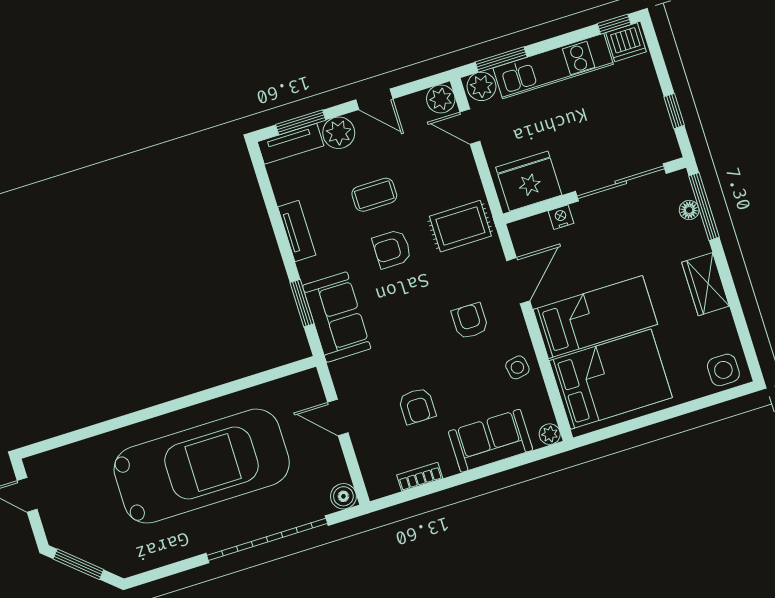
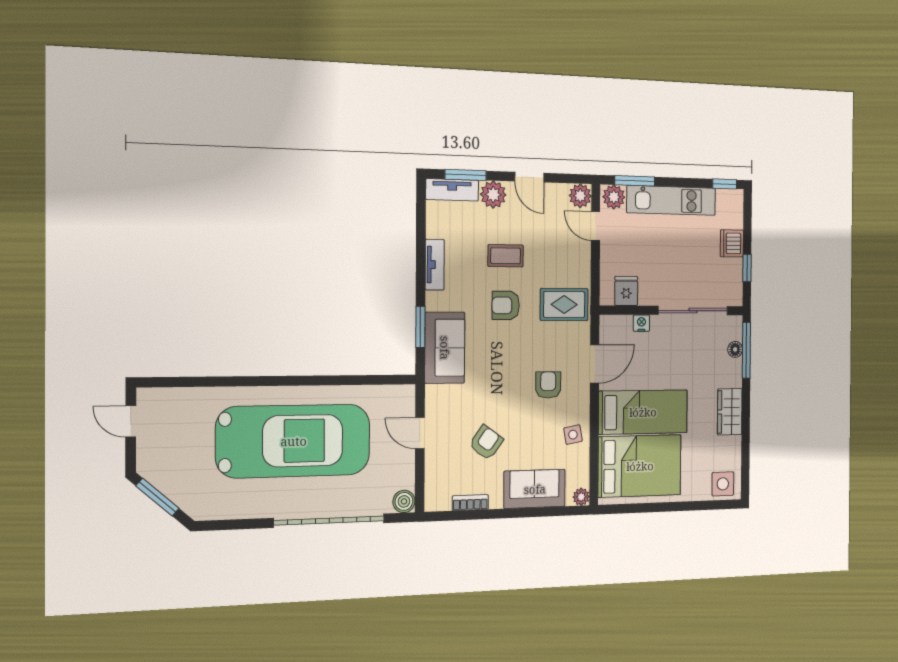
dishwasher: (626, 42) -> (732, 243), moved, turned 90
fridge: (529, 181) -> (626, 291), width x0.53, depth x0.75
armchair: (417, 406) -> (486, 443), turned -144

